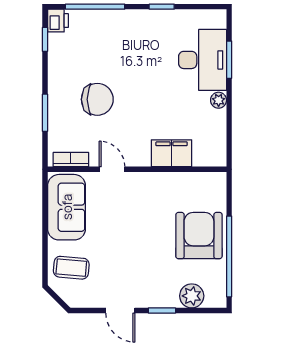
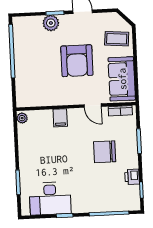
printer: (58, 21) -> (132, 177), moved
desk: (203, 60) -> (50, 199), moved, turned -90
plant: (219, 100) -> (22, 118), moved
filing cabinet: (172, 153) -> (60, 118), width x0.50
armchair: (199, 236) -> (77, 61), moved
plant: (192, 296) -> (51, 23), moved

